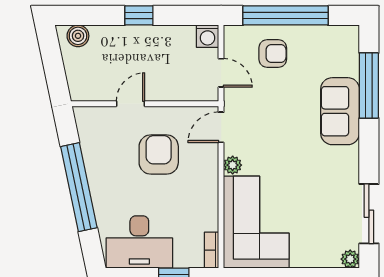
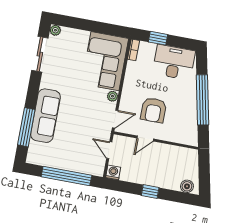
armchair: (273, 54) -> (78, 156), removed
door: (131, 104) -> (145, 139), moved
sofa: (340, 111) -> (46, 116), width x1.36

